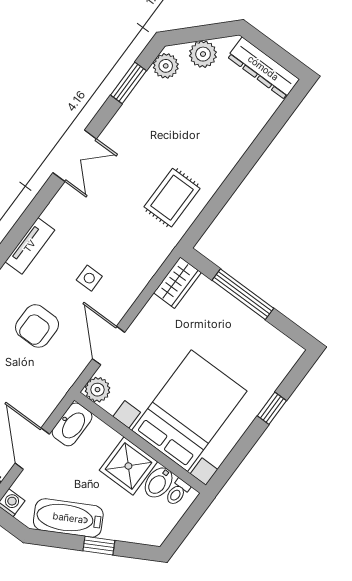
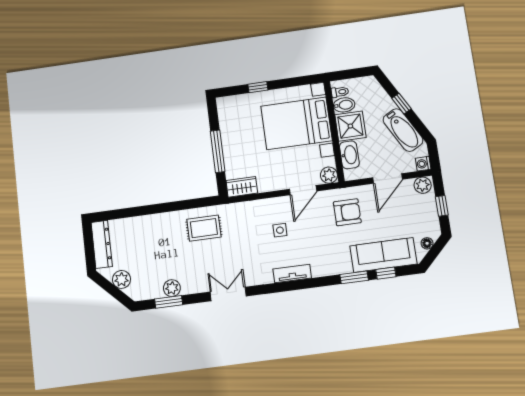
plant: (166, 66) -> (172, 288), moved
armchair: (37, 326) -> (347, 212), moved
washbasin: (72, 424) -> (349, 155), moved, turned 90

